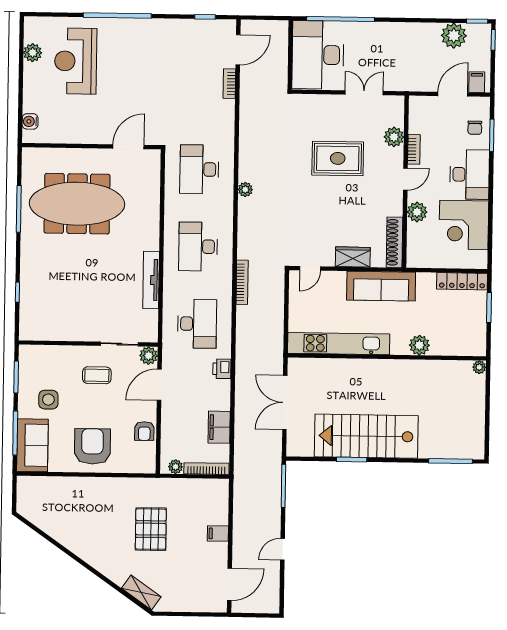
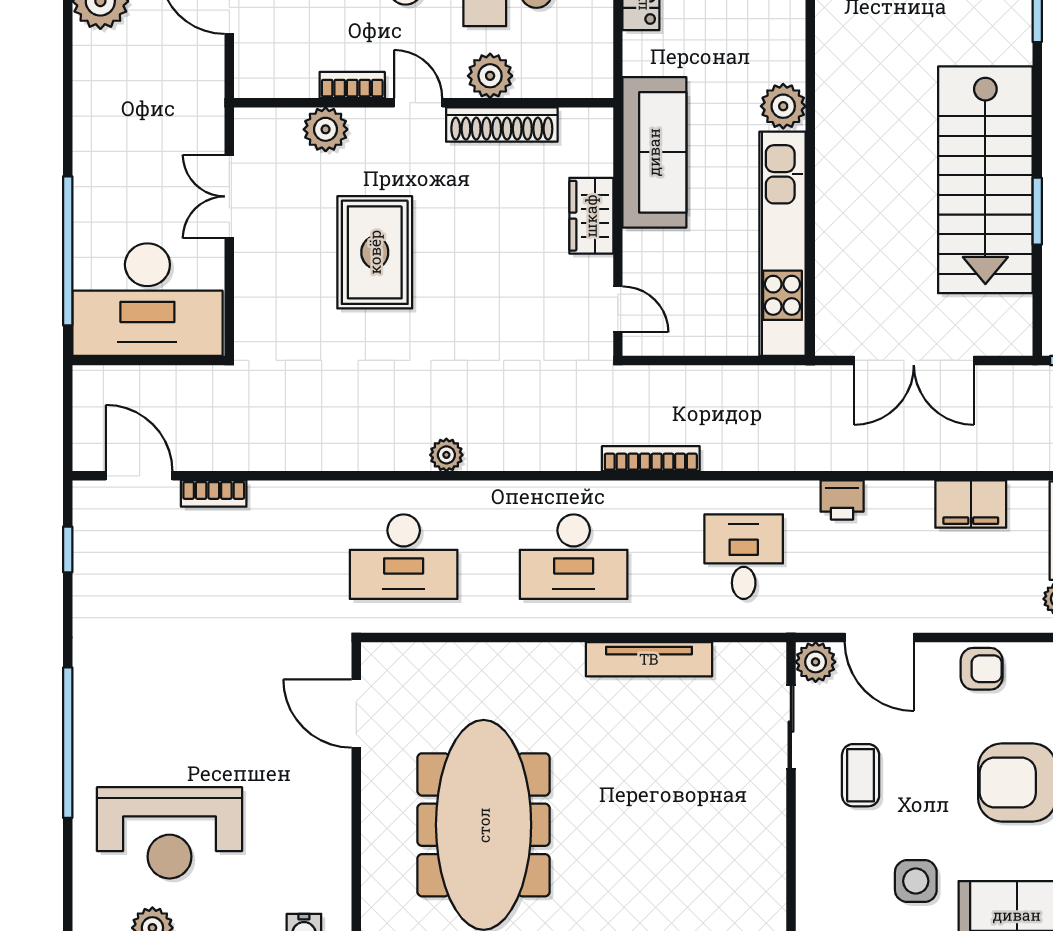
shoe rack: (394, 242) -> (502, 124), moved
desk: (197, 324) -> (744, 557), width x0.73
plant: (419, 345) -> (783, 106), moved

